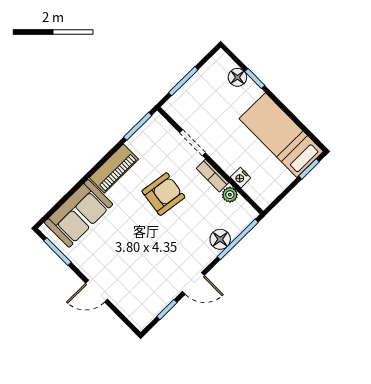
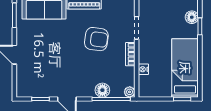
plant: (230, 195) -> (130, 92), moved

